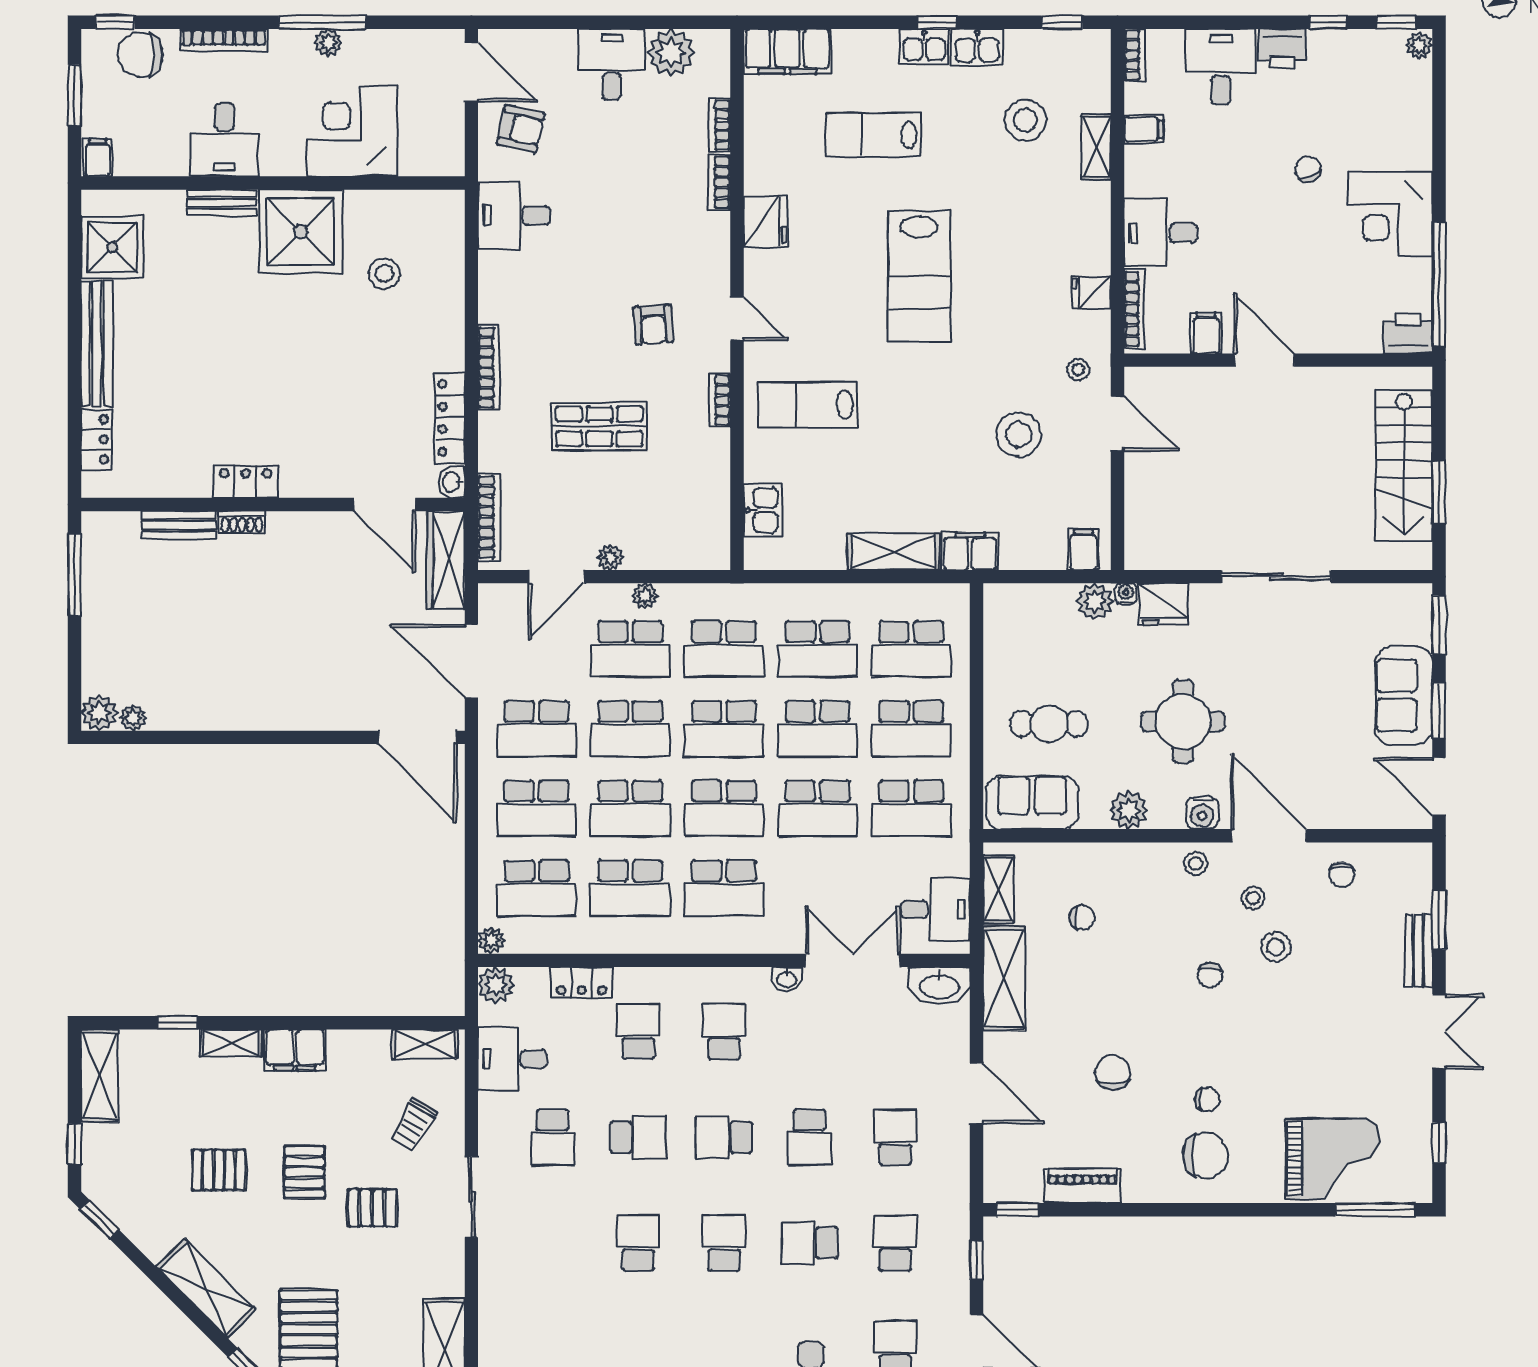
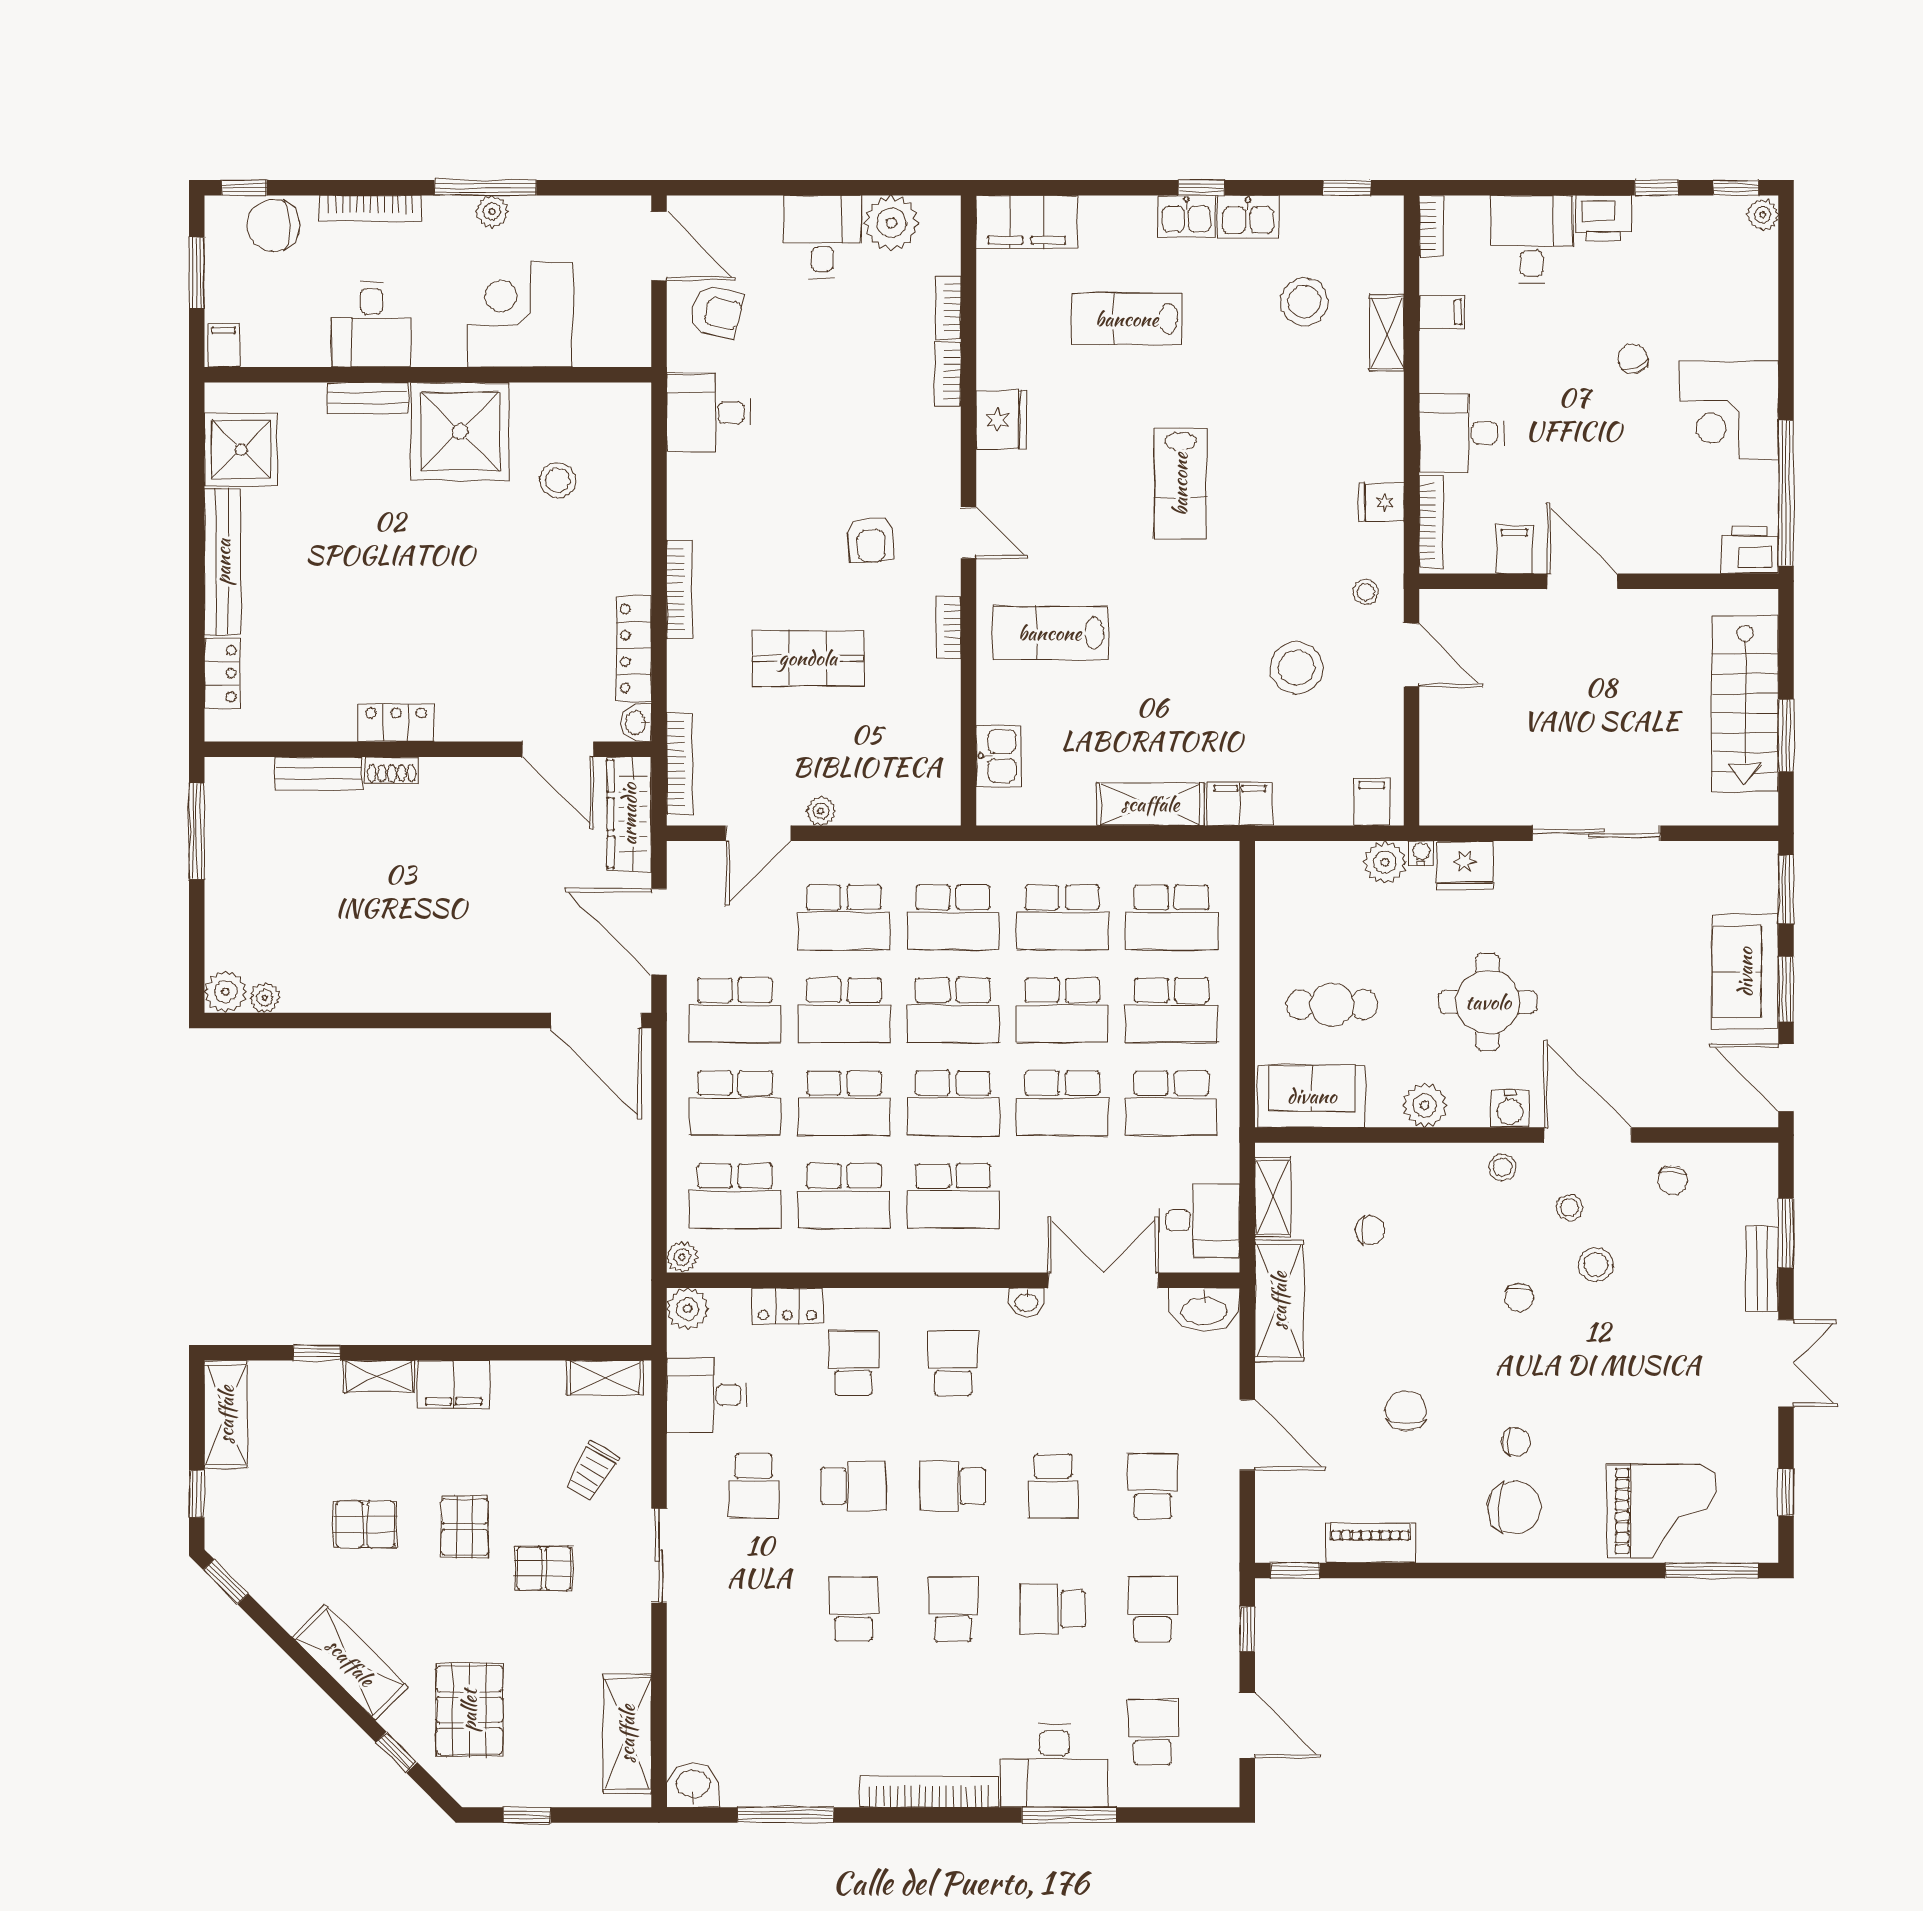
lab bench: (919, 276) -> (1180, 484), width x0.73, depth x0.72
plant: (645, 596) -> (861, 856), removed

